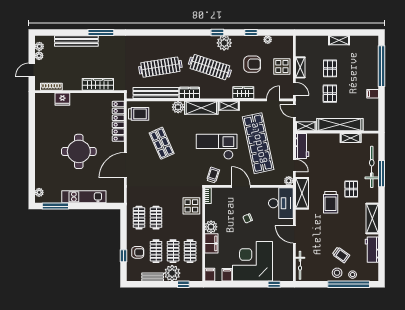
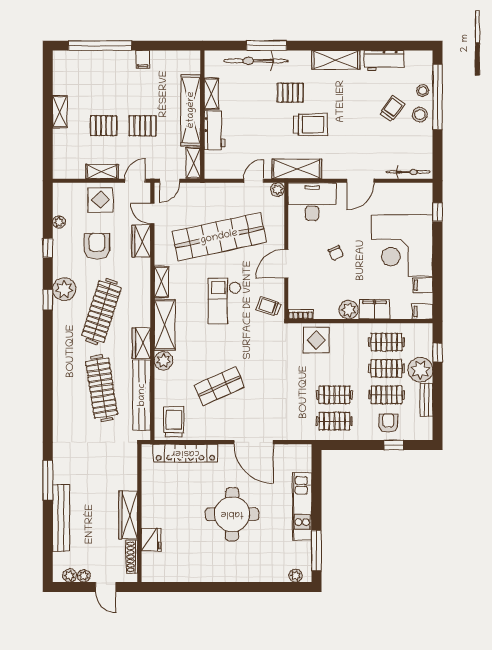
wardrobe: (98, 84) -> (128, 515), moved
wardrobe: (243, 93) -> (141, 241), moved
workbench: (302, 146) -> (214, 130), moved, turned 90
checkout: (217, 147) -> (225, 301), width x0.73, depth x0.83

